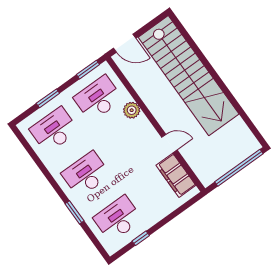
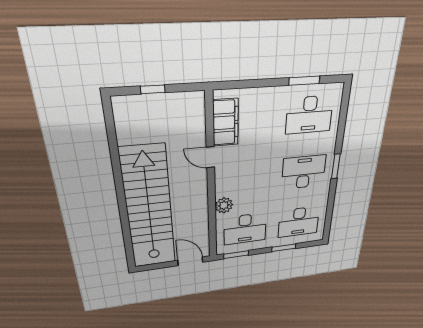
window: (239, 168) -> (153, 89), width x0.32
desk: (86, 174) -> (304, 172), turned 180
window: (74, 212) -> (336, 166), moved
window: (141, 238) -> (304, 81), width x1.50

